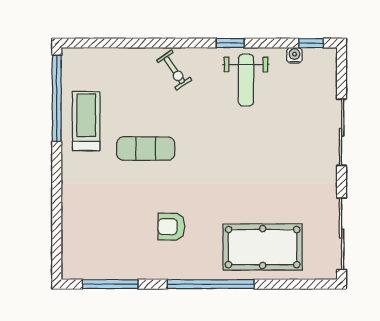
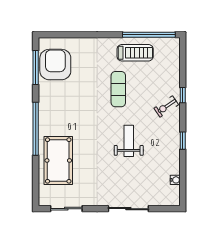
window: (311, 43) -> (183, 95), moved
weight bench: (246, 80) -> (129, 141), moved, turned 90
armchair: (171, 227) -> (55, 65), moved, width x1.88, depth x1.88
sliding door: (342, 234) -> (66, 209), width x0.73

